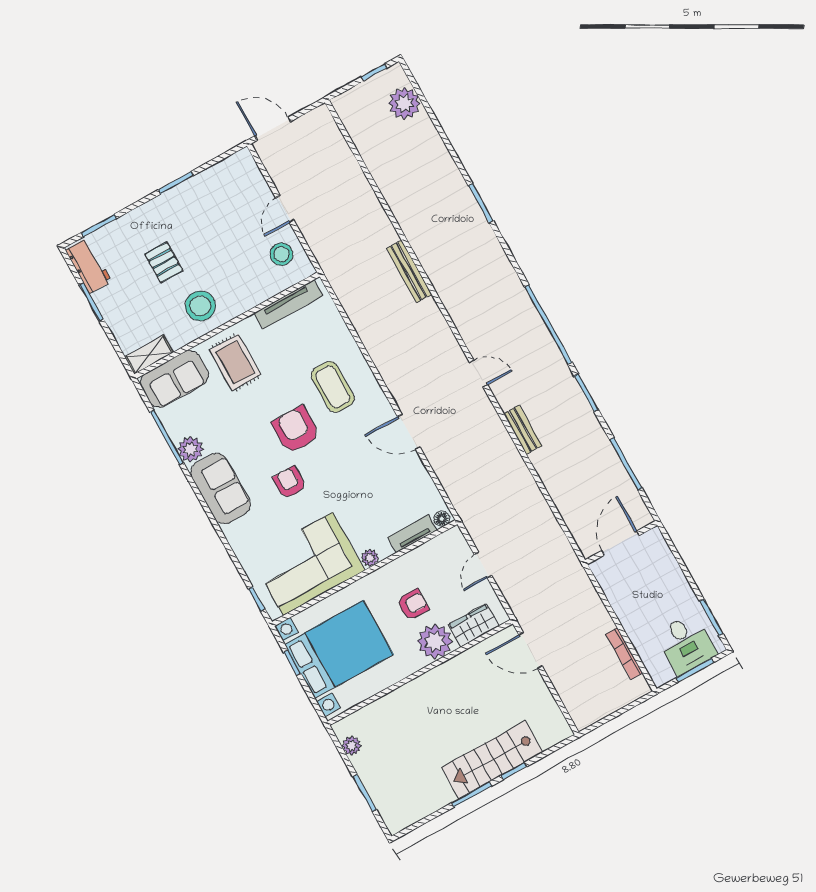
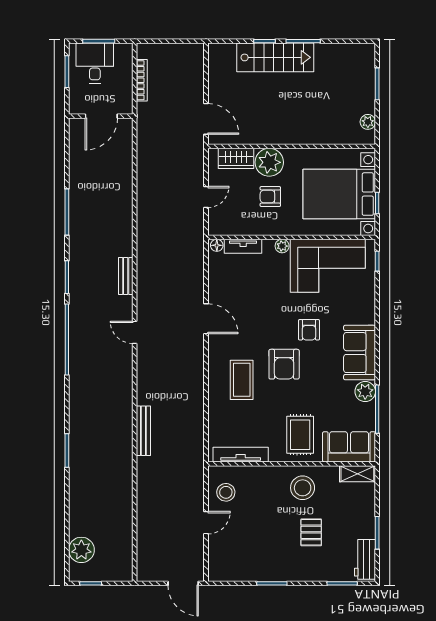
door: (621, 543) -> (101, 116), moved
wall: (621, 543) -> (101, 116), moved

